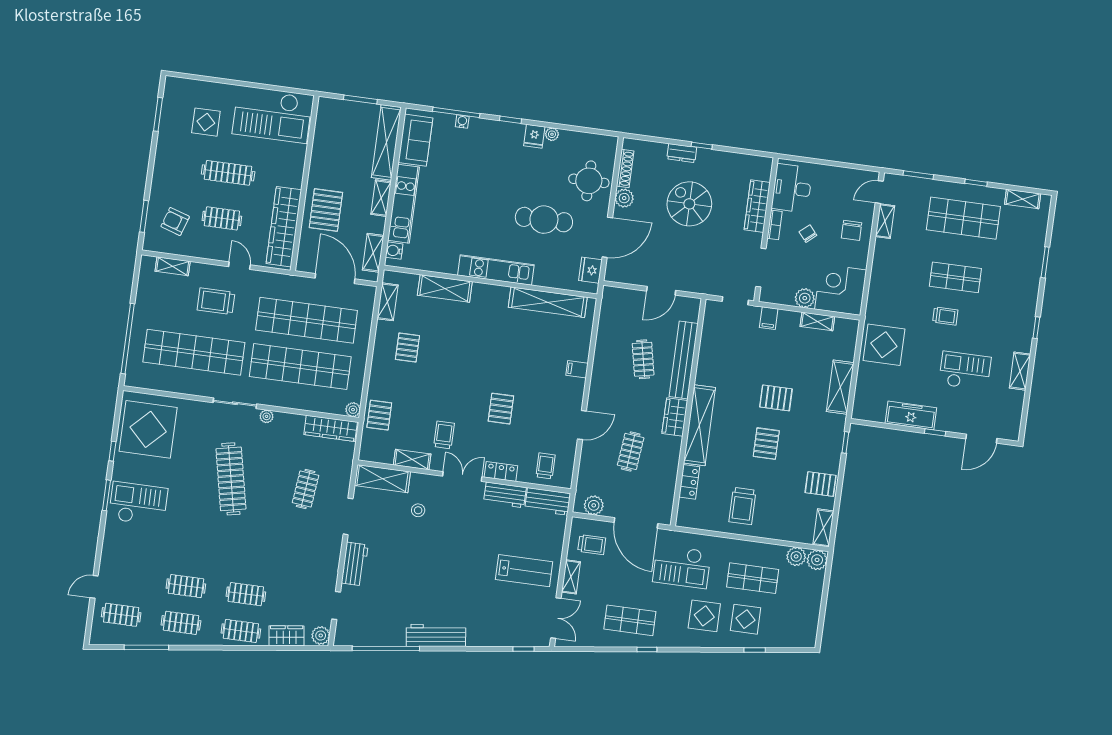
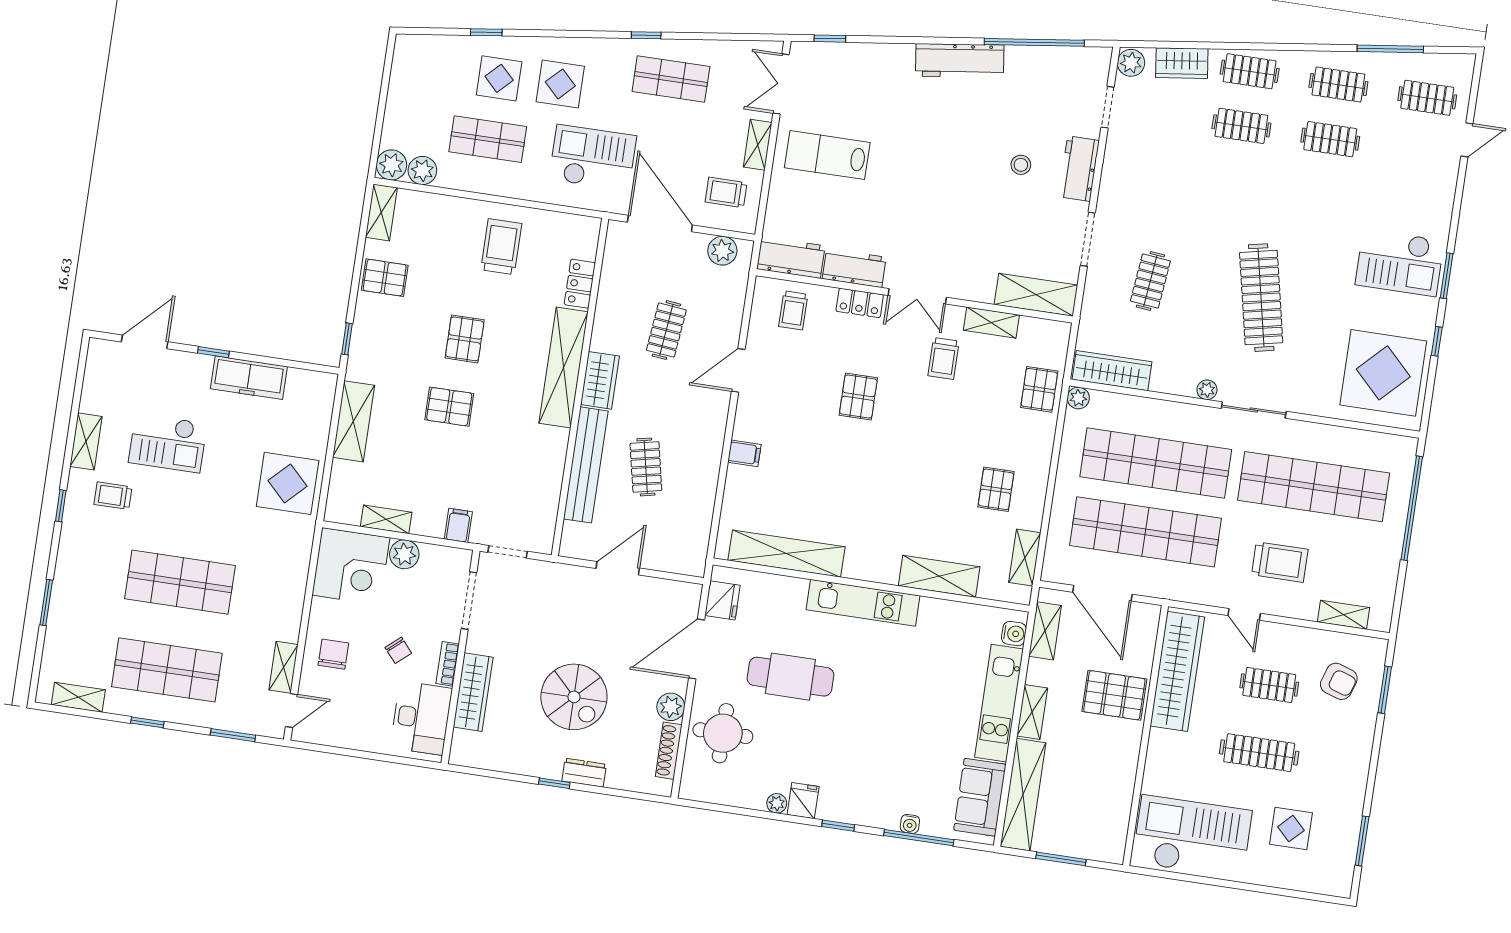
pallet: (326, 210) -> (1114, 695), turned 90
shop shelf: (955, 277) -> (180, 582), width x1.43, depth x1.36
trolley: (945, 316) -> (113, 496), moved
stool: (418, 510) -> (1021, 165), moved

